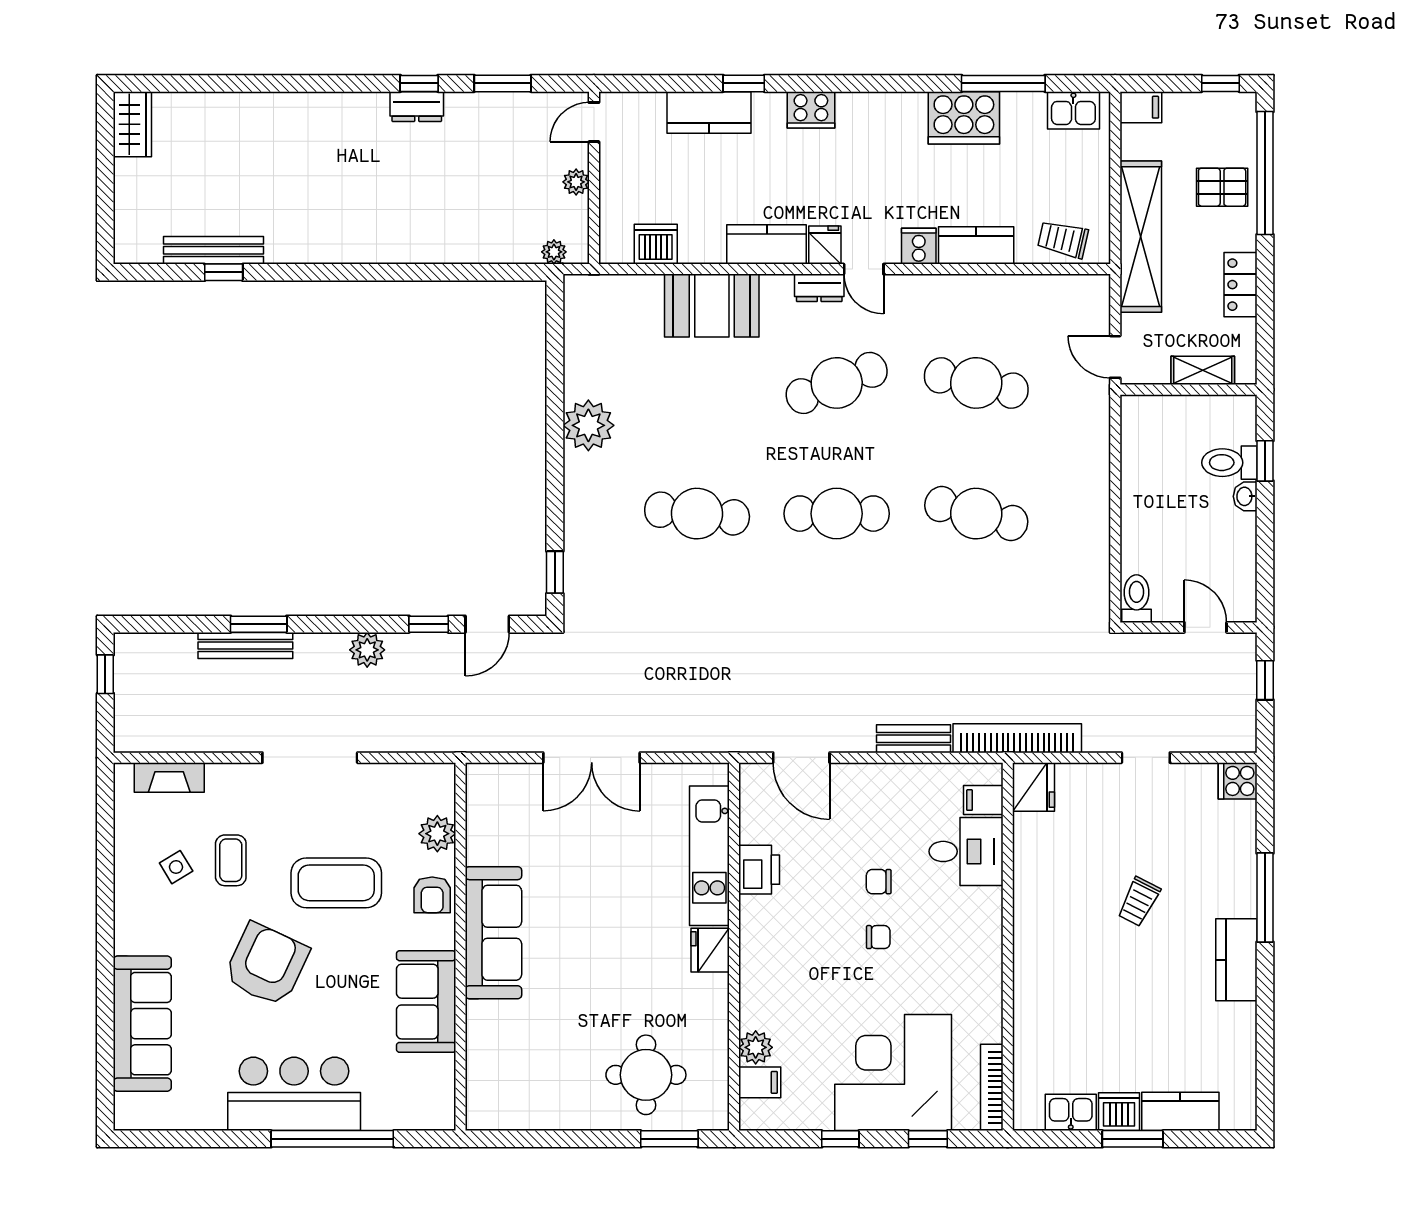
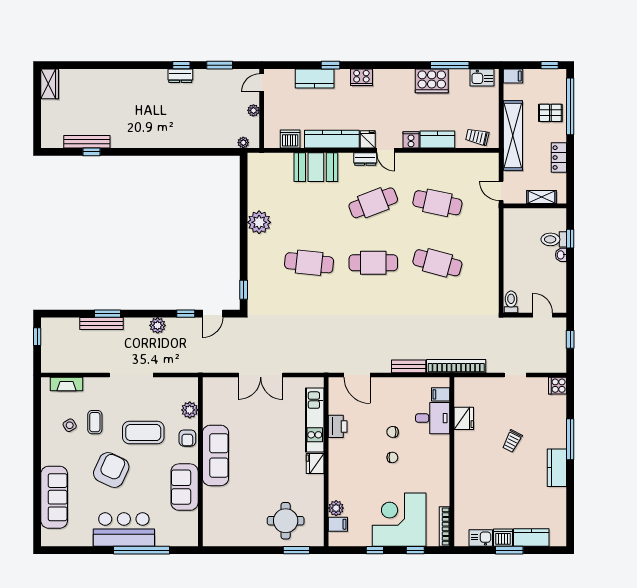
kitchen counter: (767, 244) -> (332, 139), width x1.50
fridge: (1034, 787) -> (464, 418), moved

